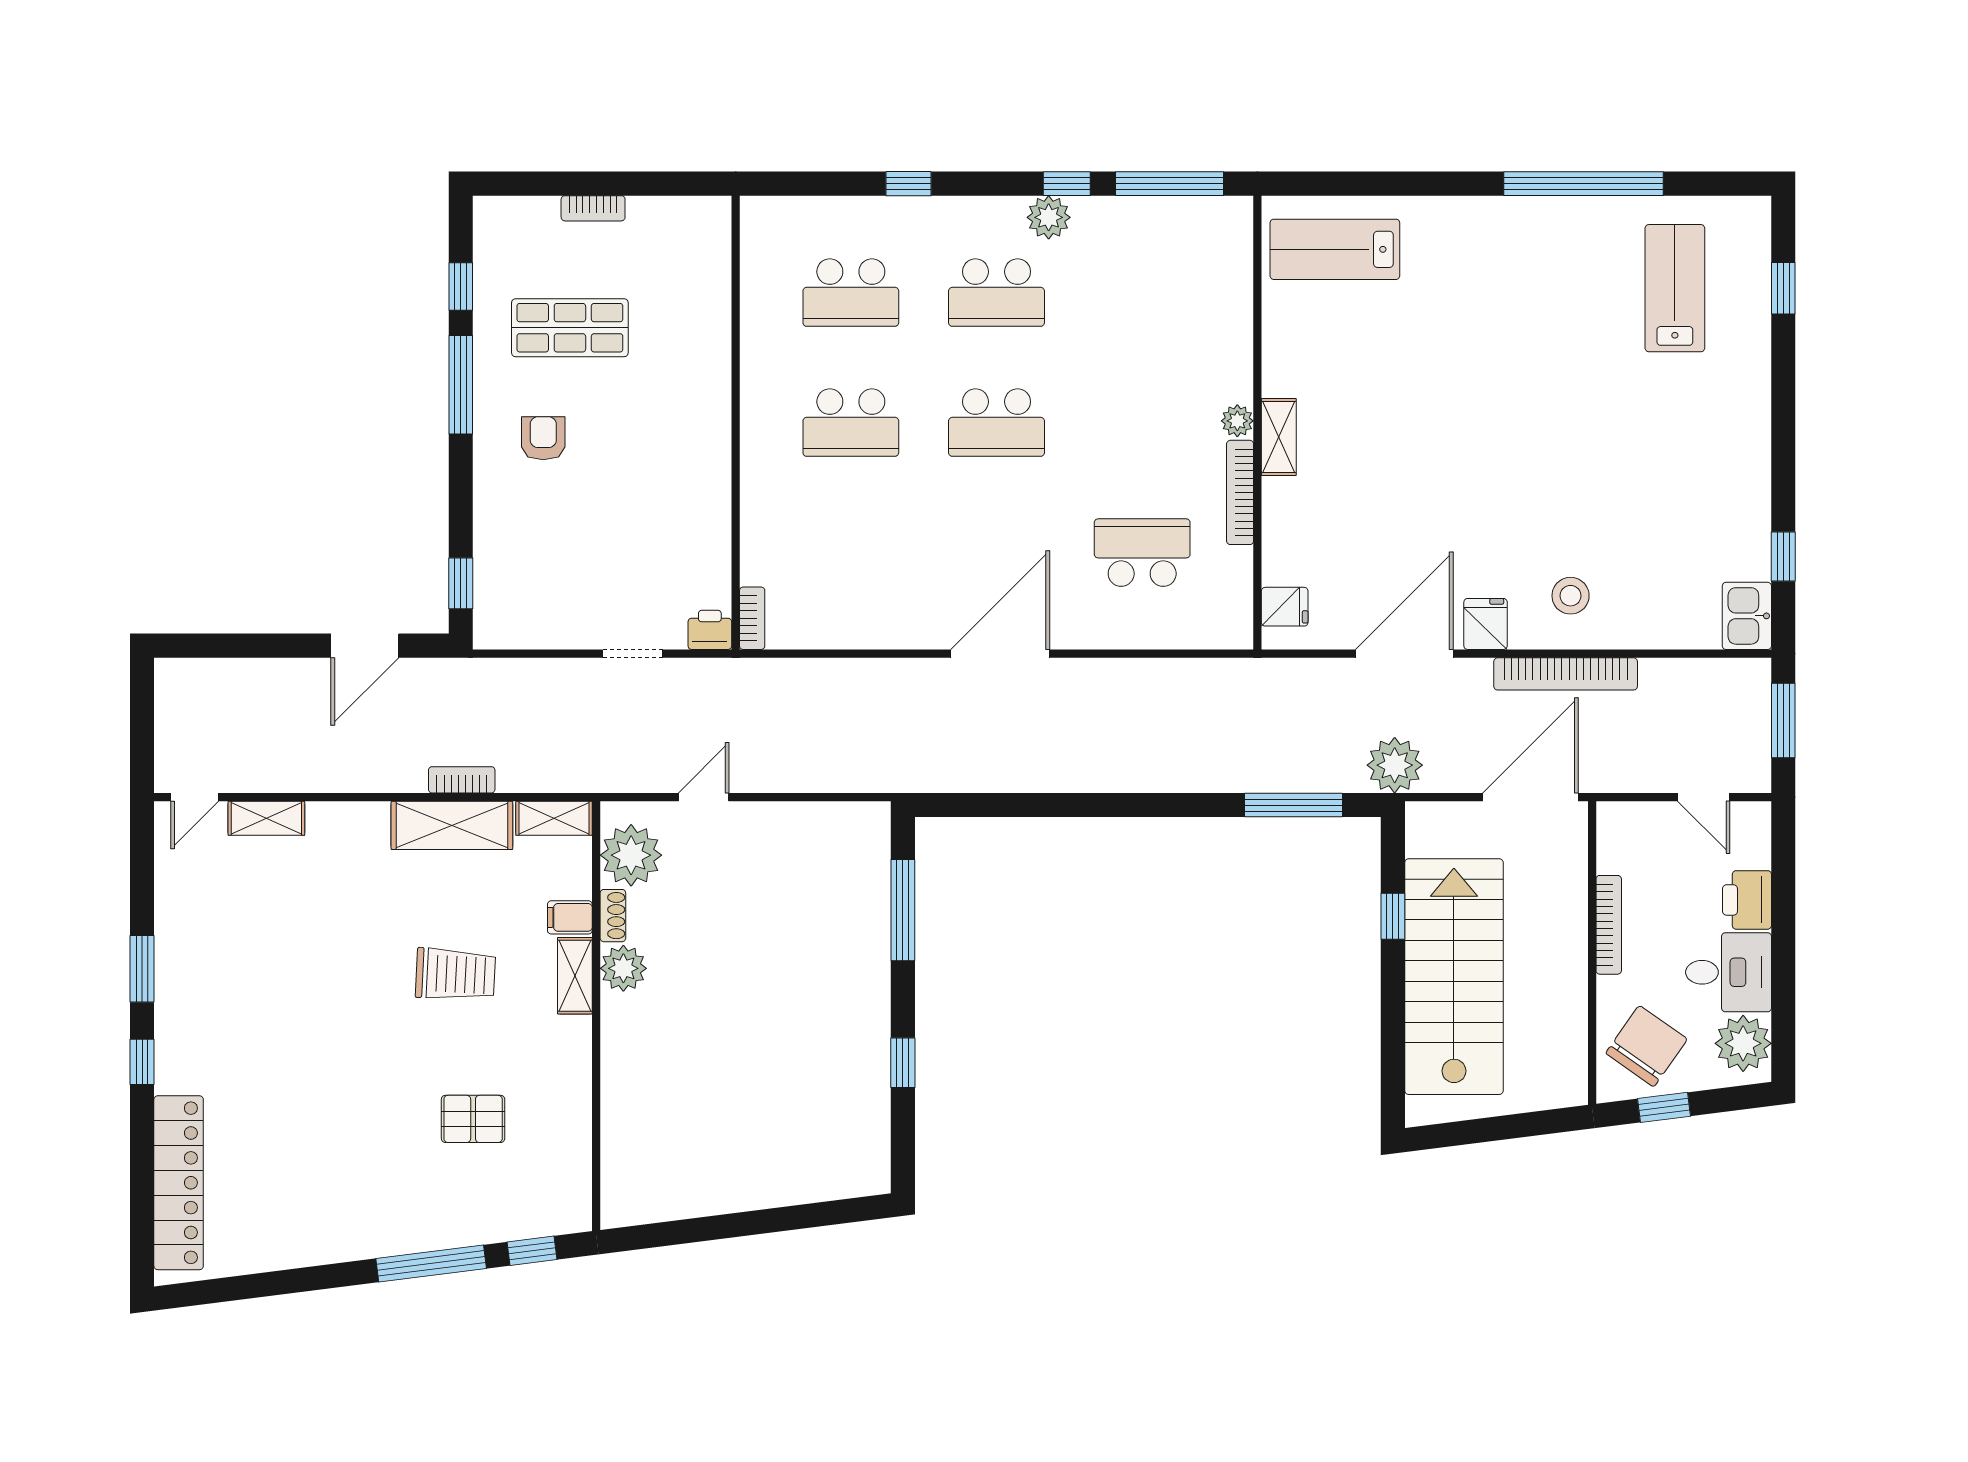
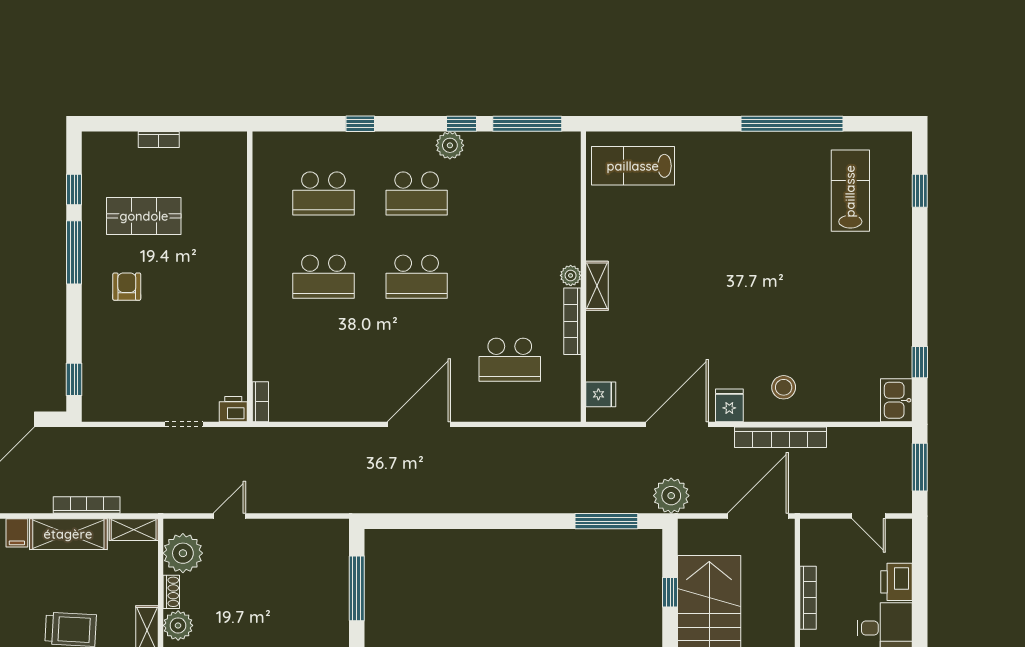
school desk: (1142, 553) -> (510, 360), turned 180
bookcase: (462, 780) -> (87, 505), width x1.56
filing cabinet: (570, 917) -> (17, 533), moved, turned -90

